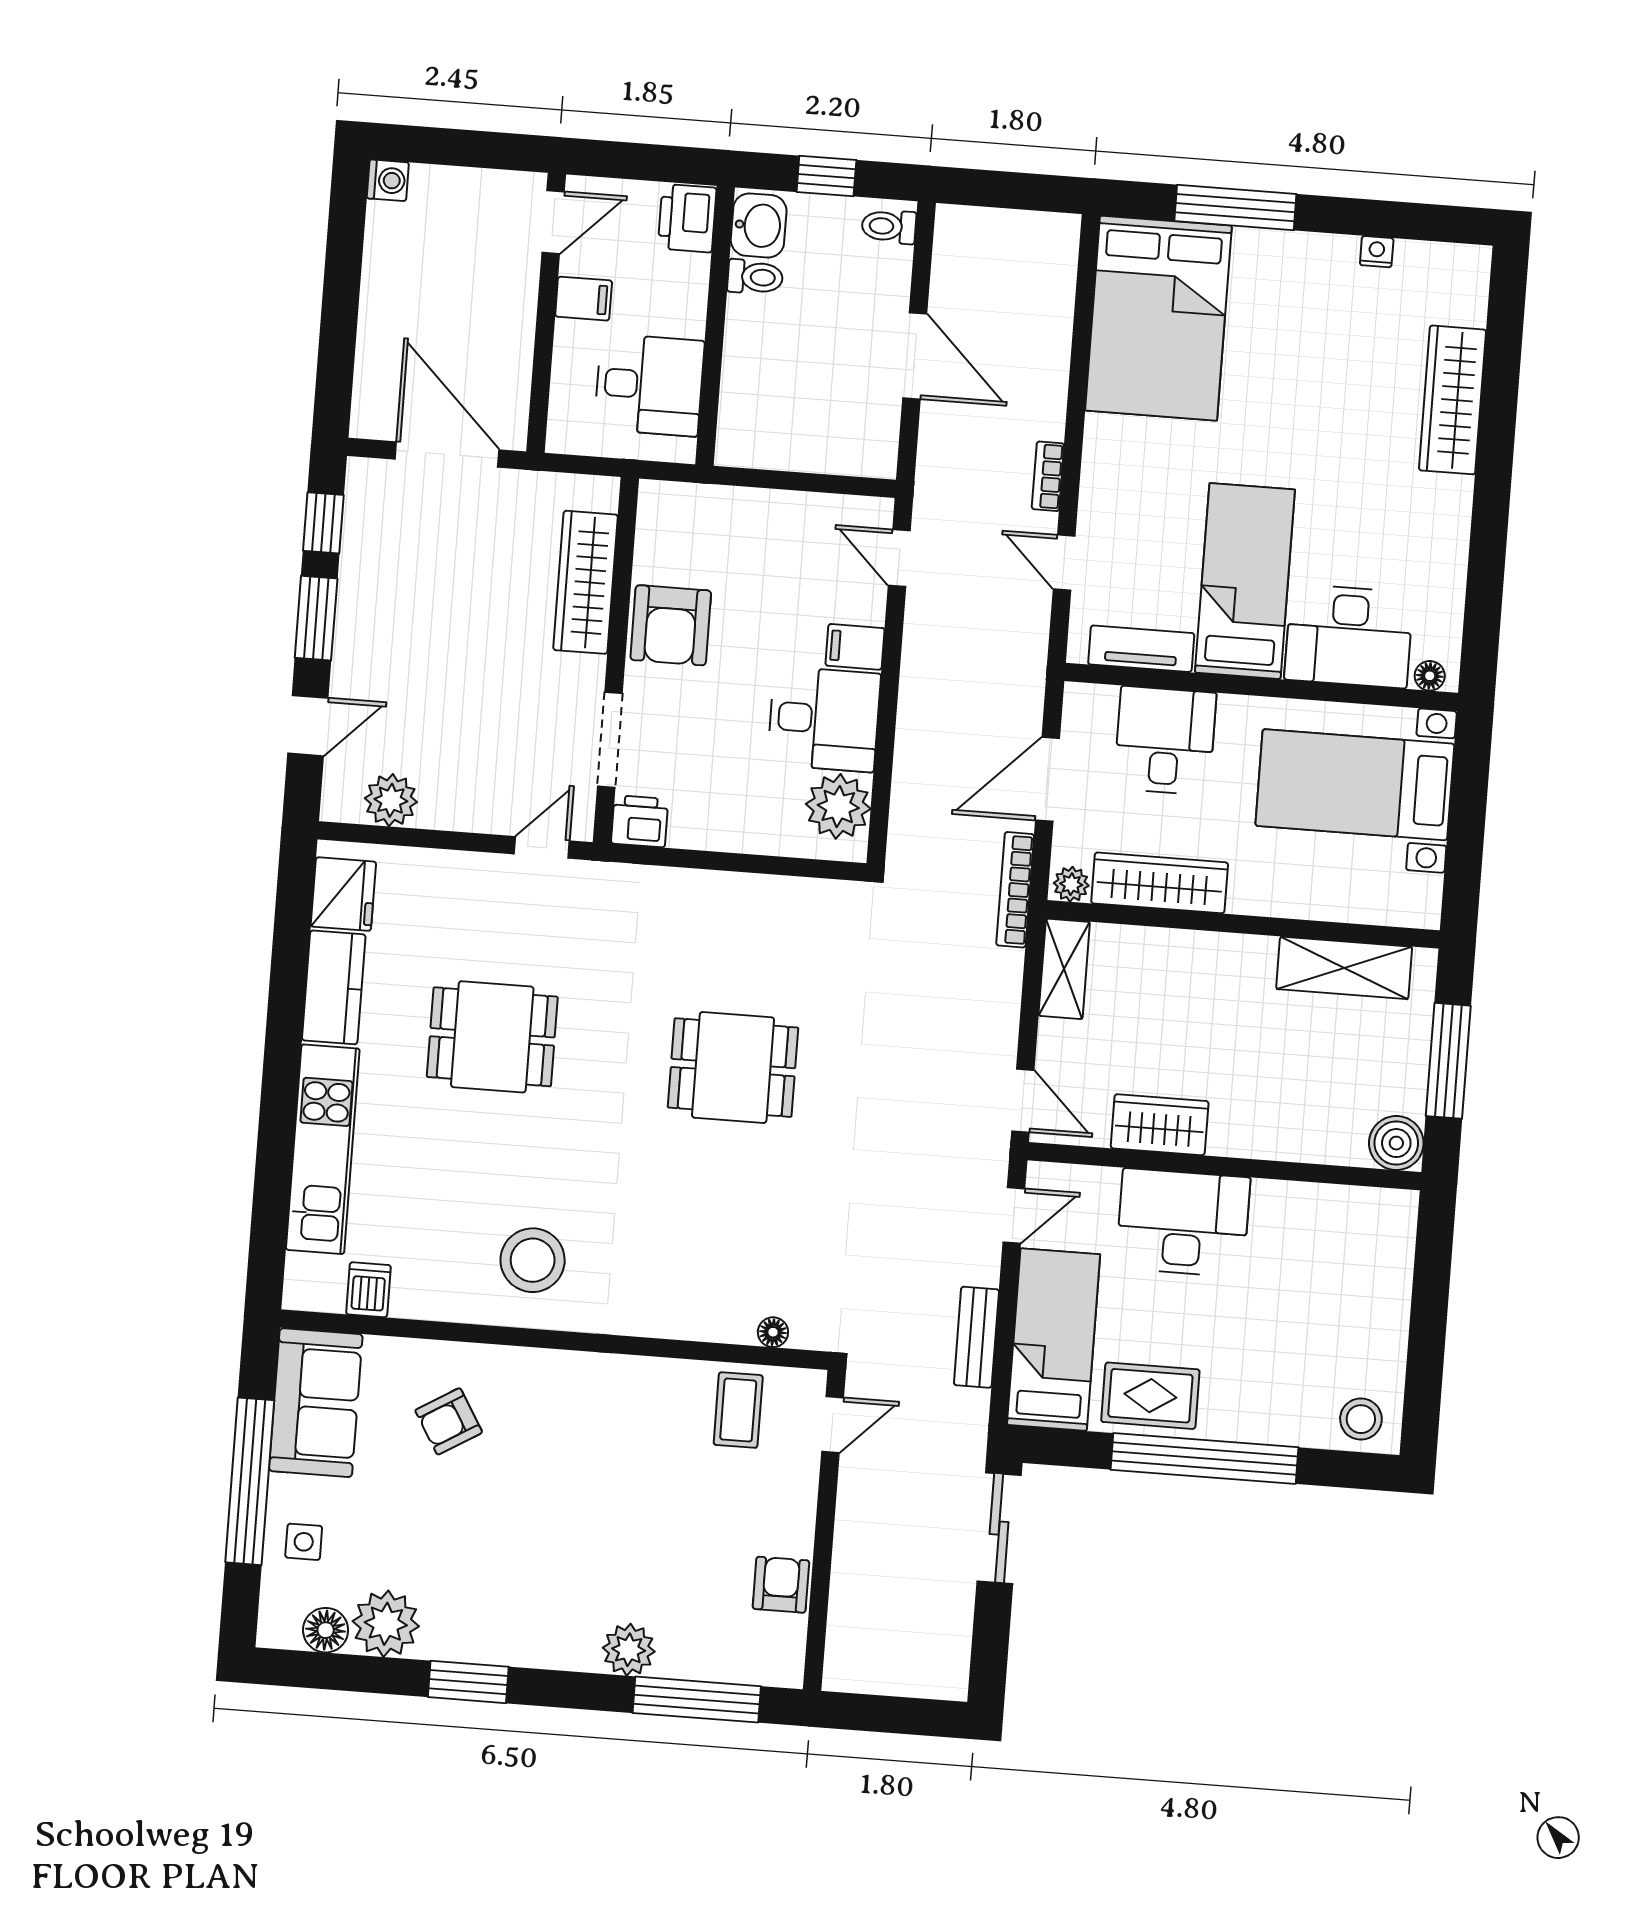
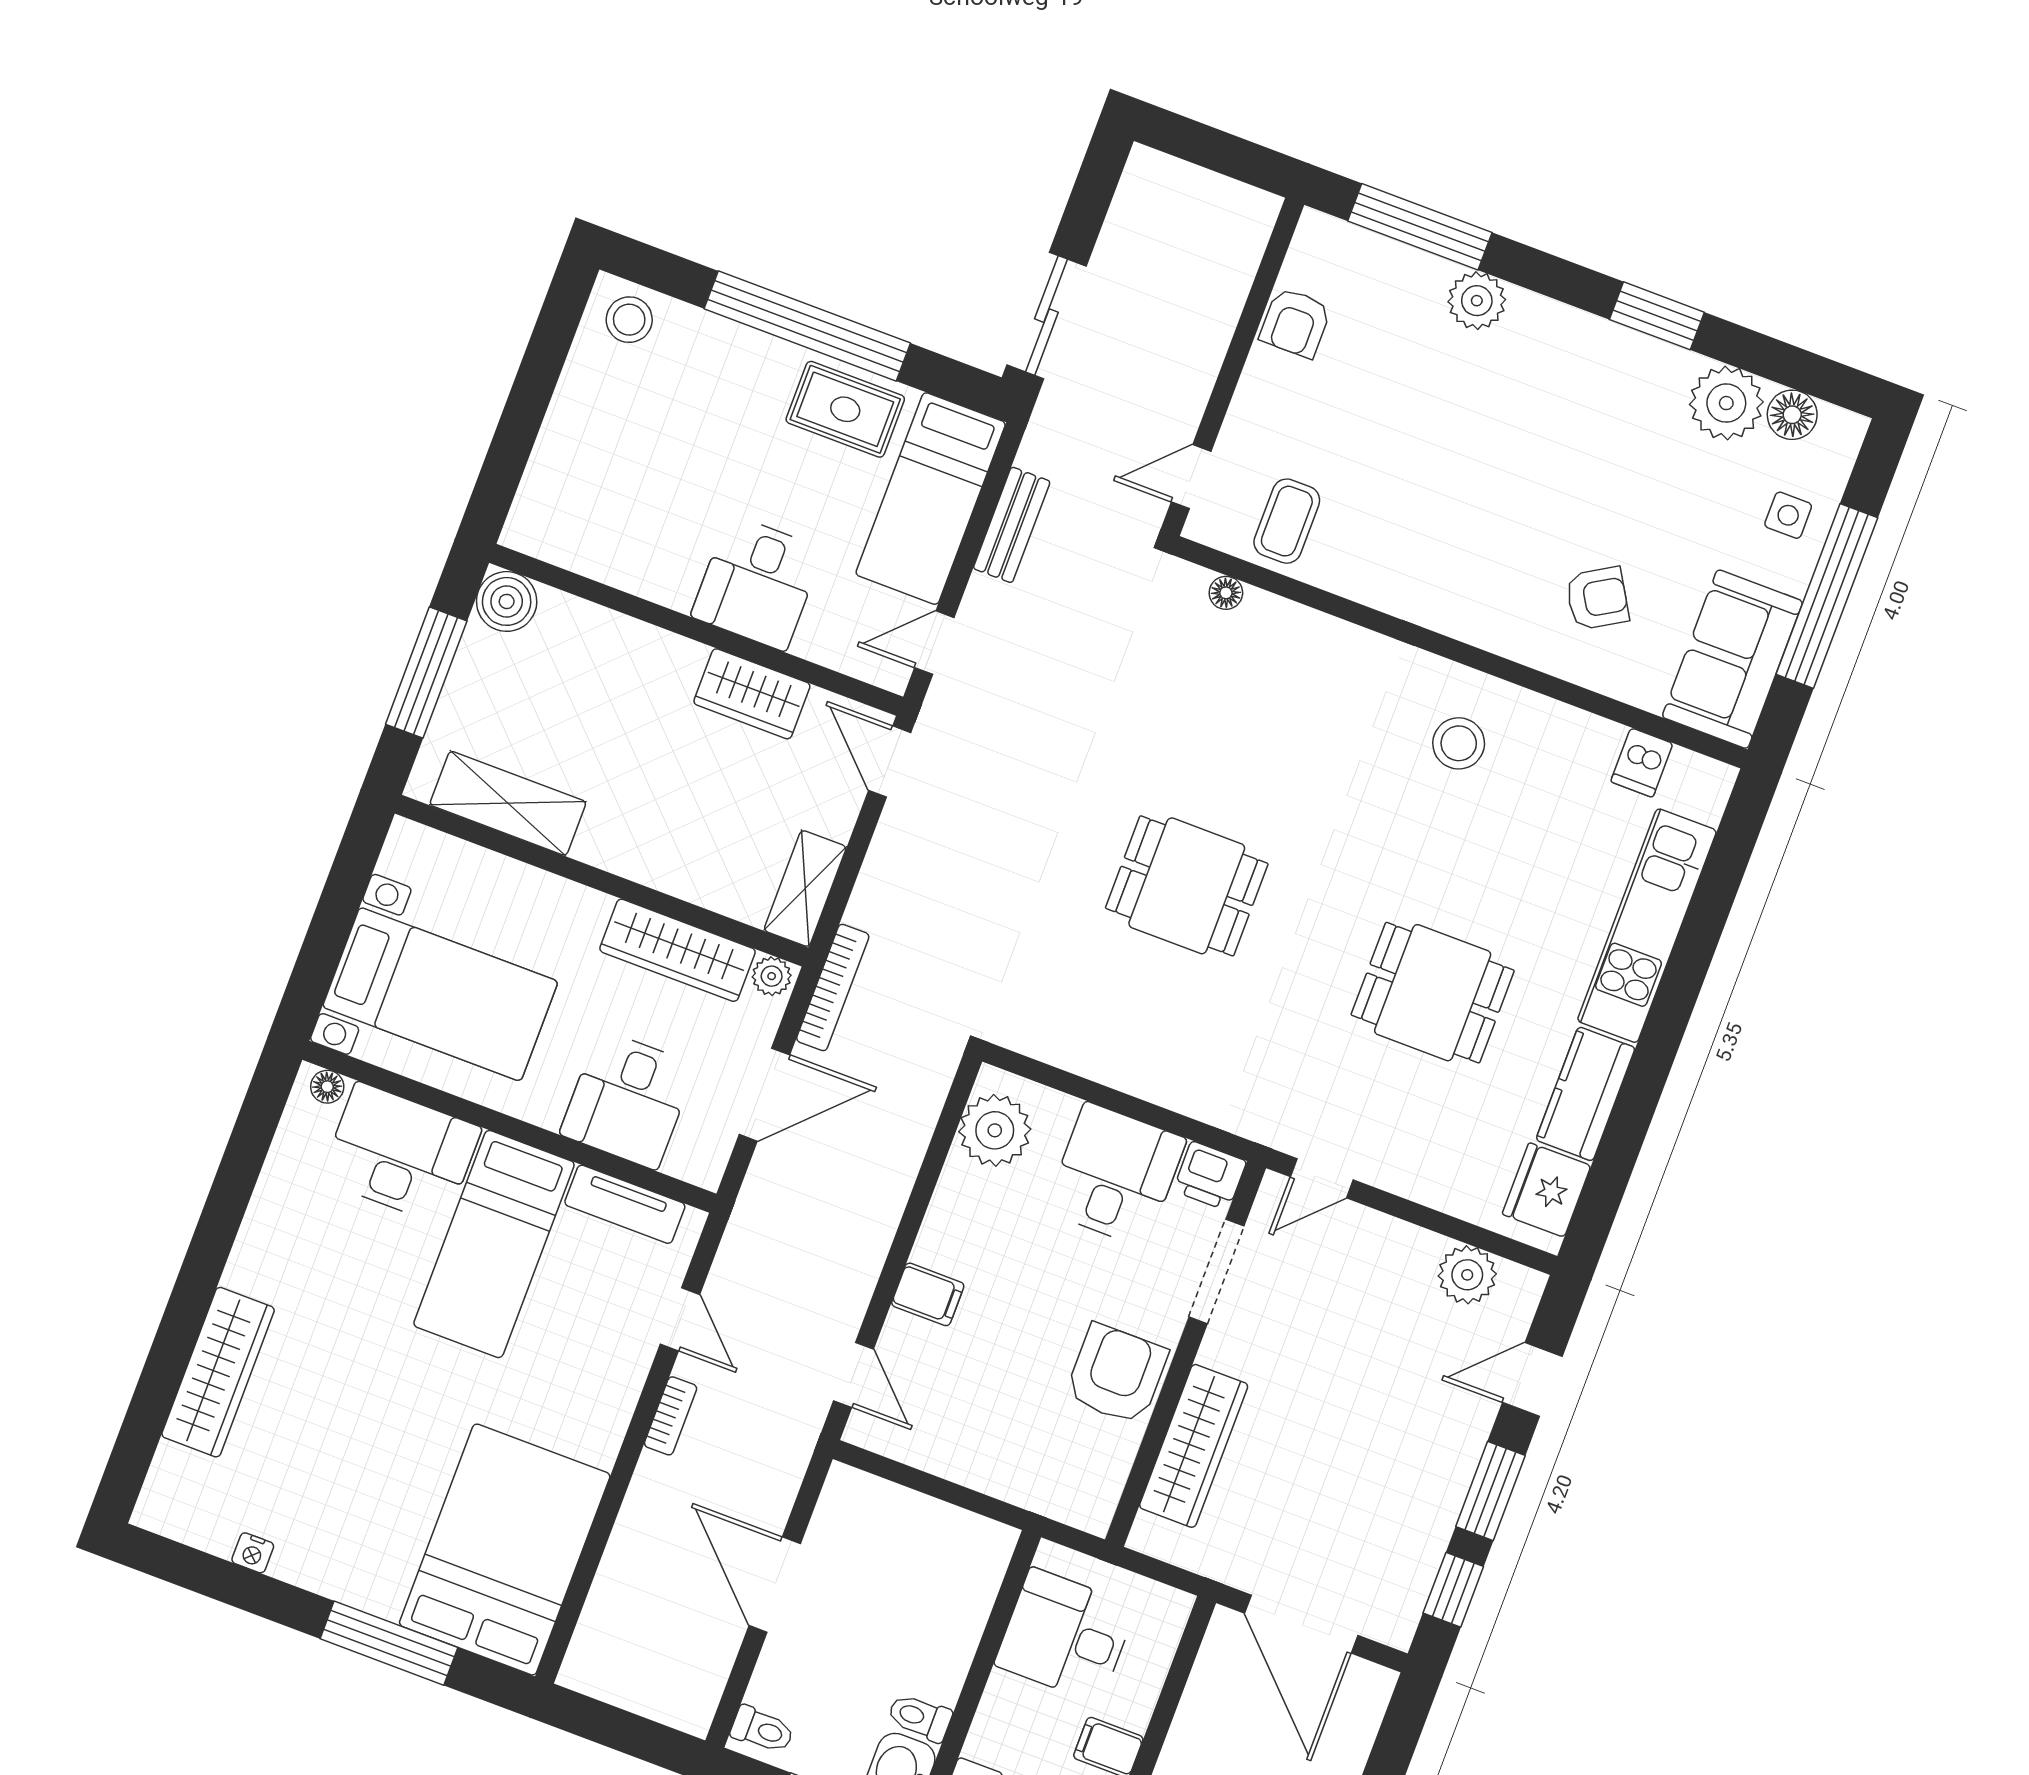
desk: (824, 719) -> (1116, 1175), moved, turned 90
desk: (1183, 1223) -> (757, 583), width x0.73
stool: (533, 1260) -> (1459, 743), width x0.73, depth x0.73

